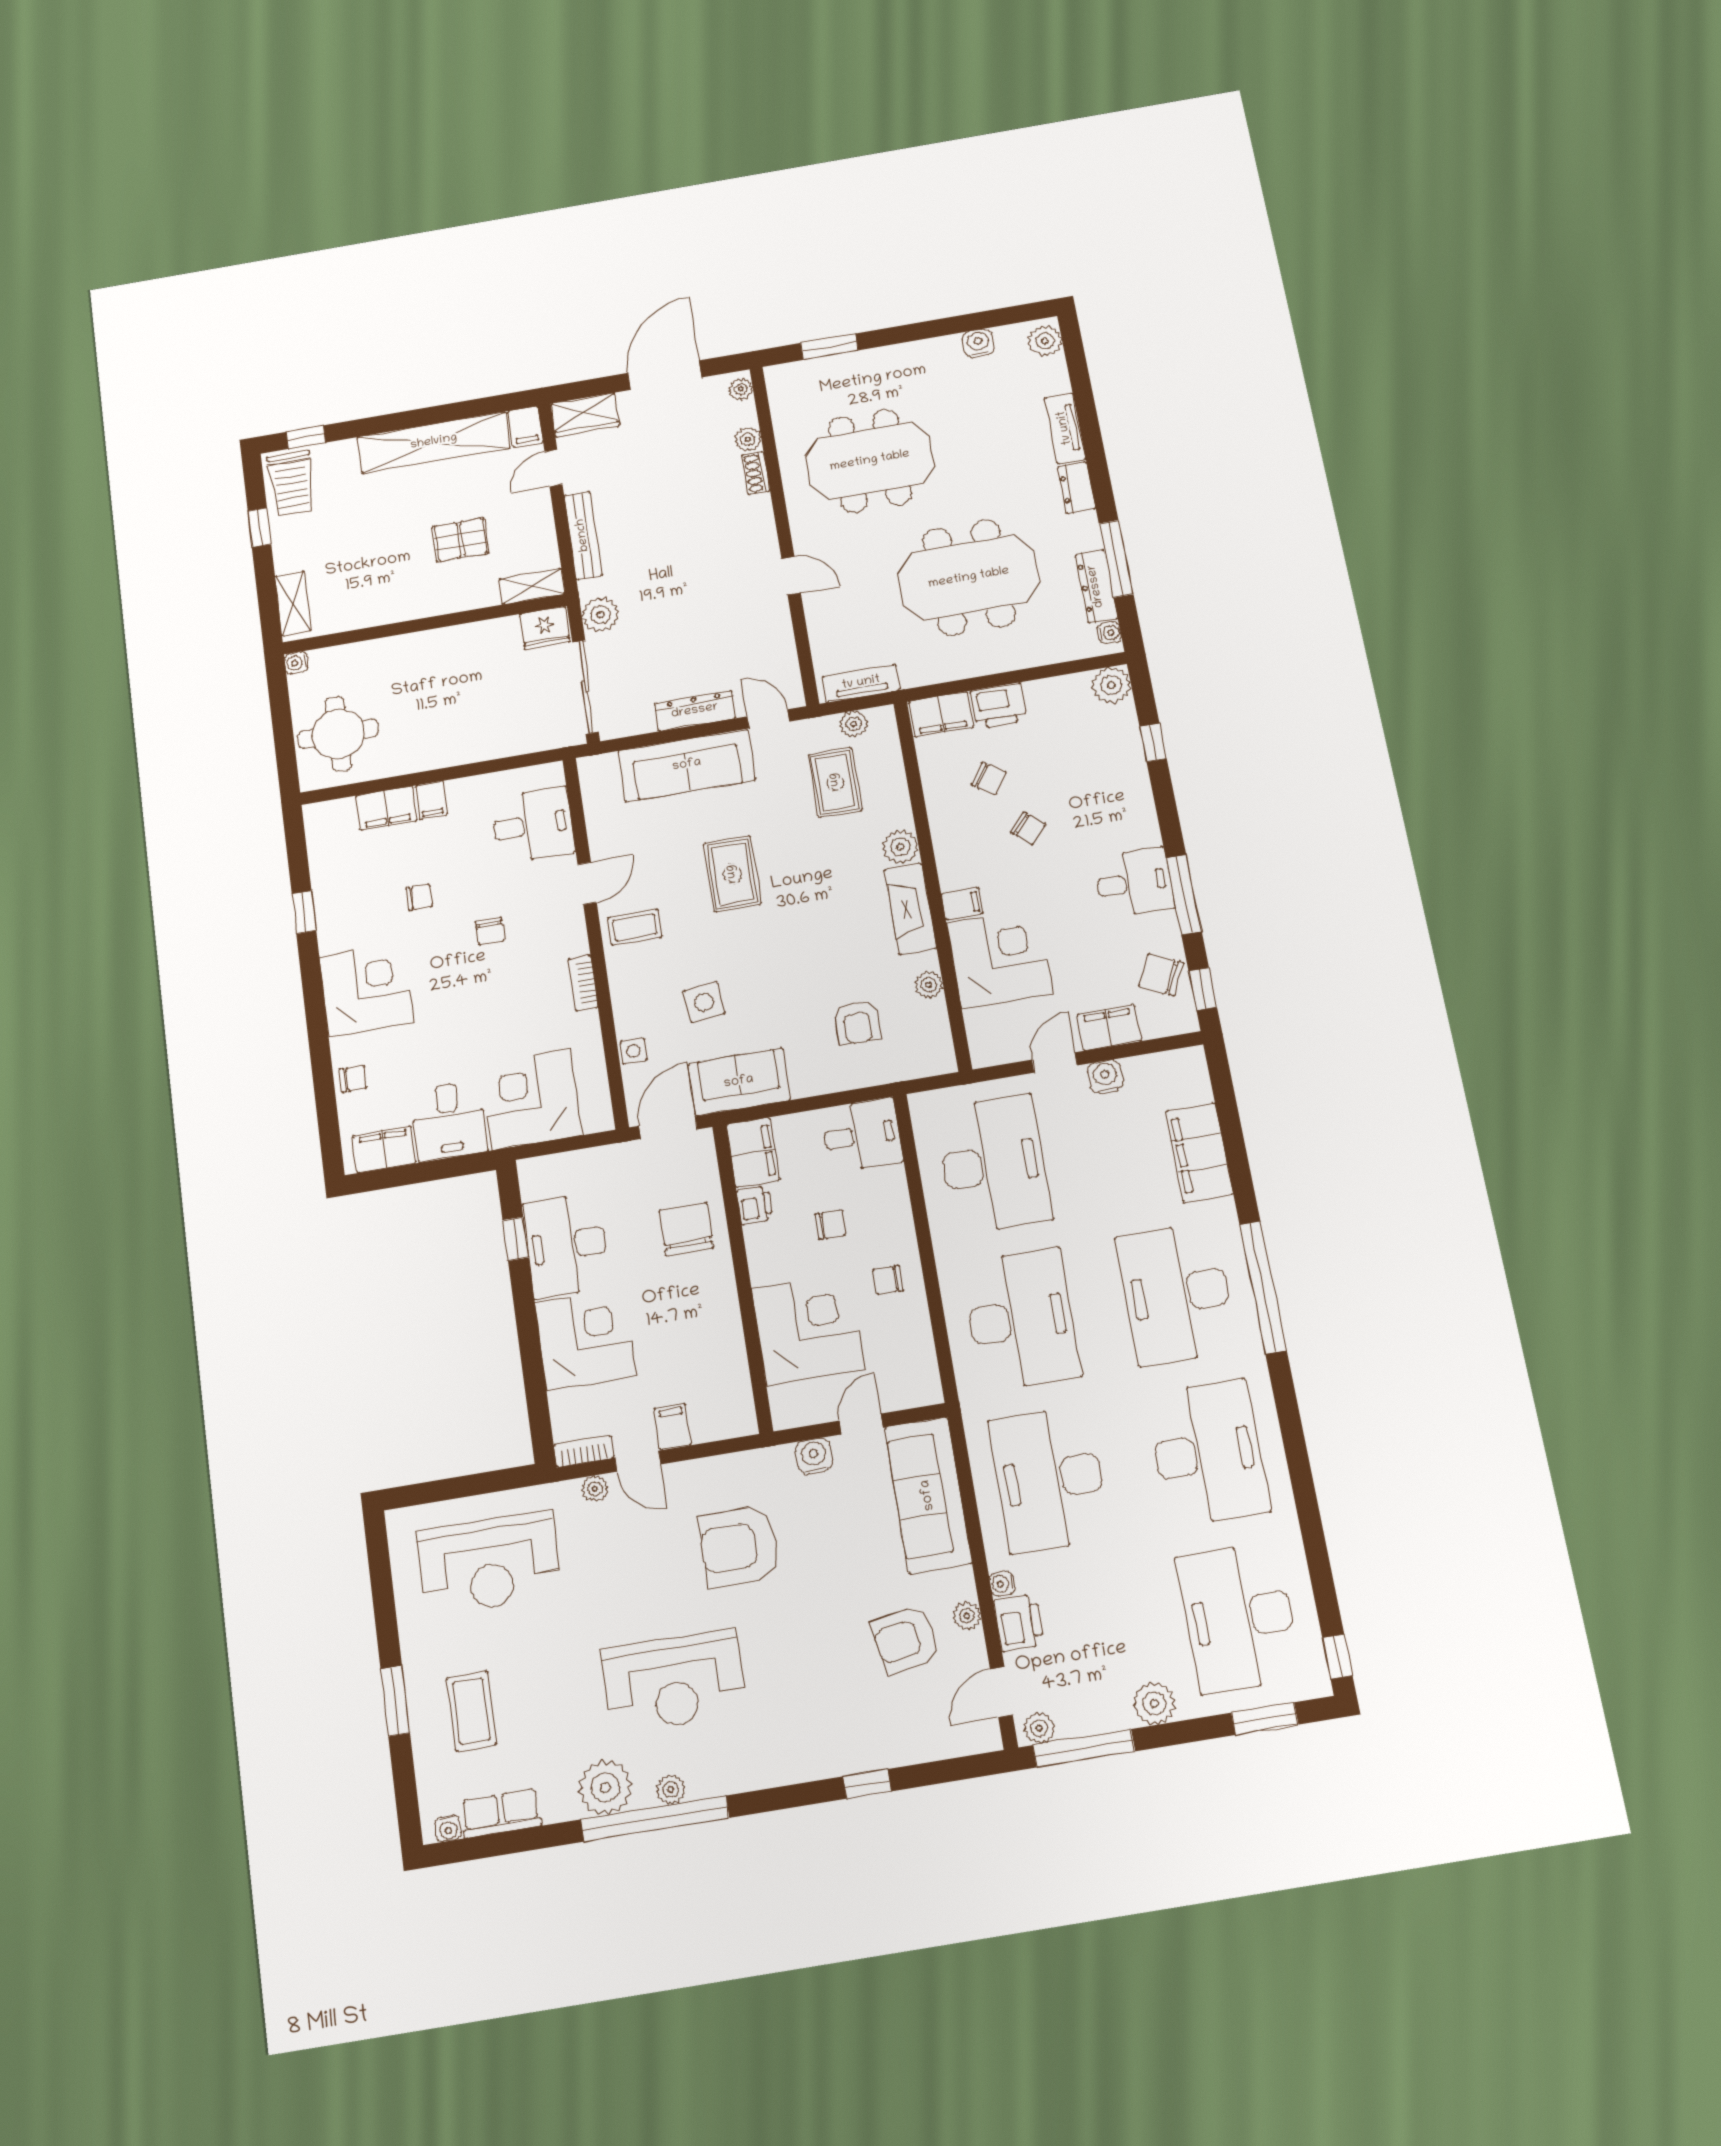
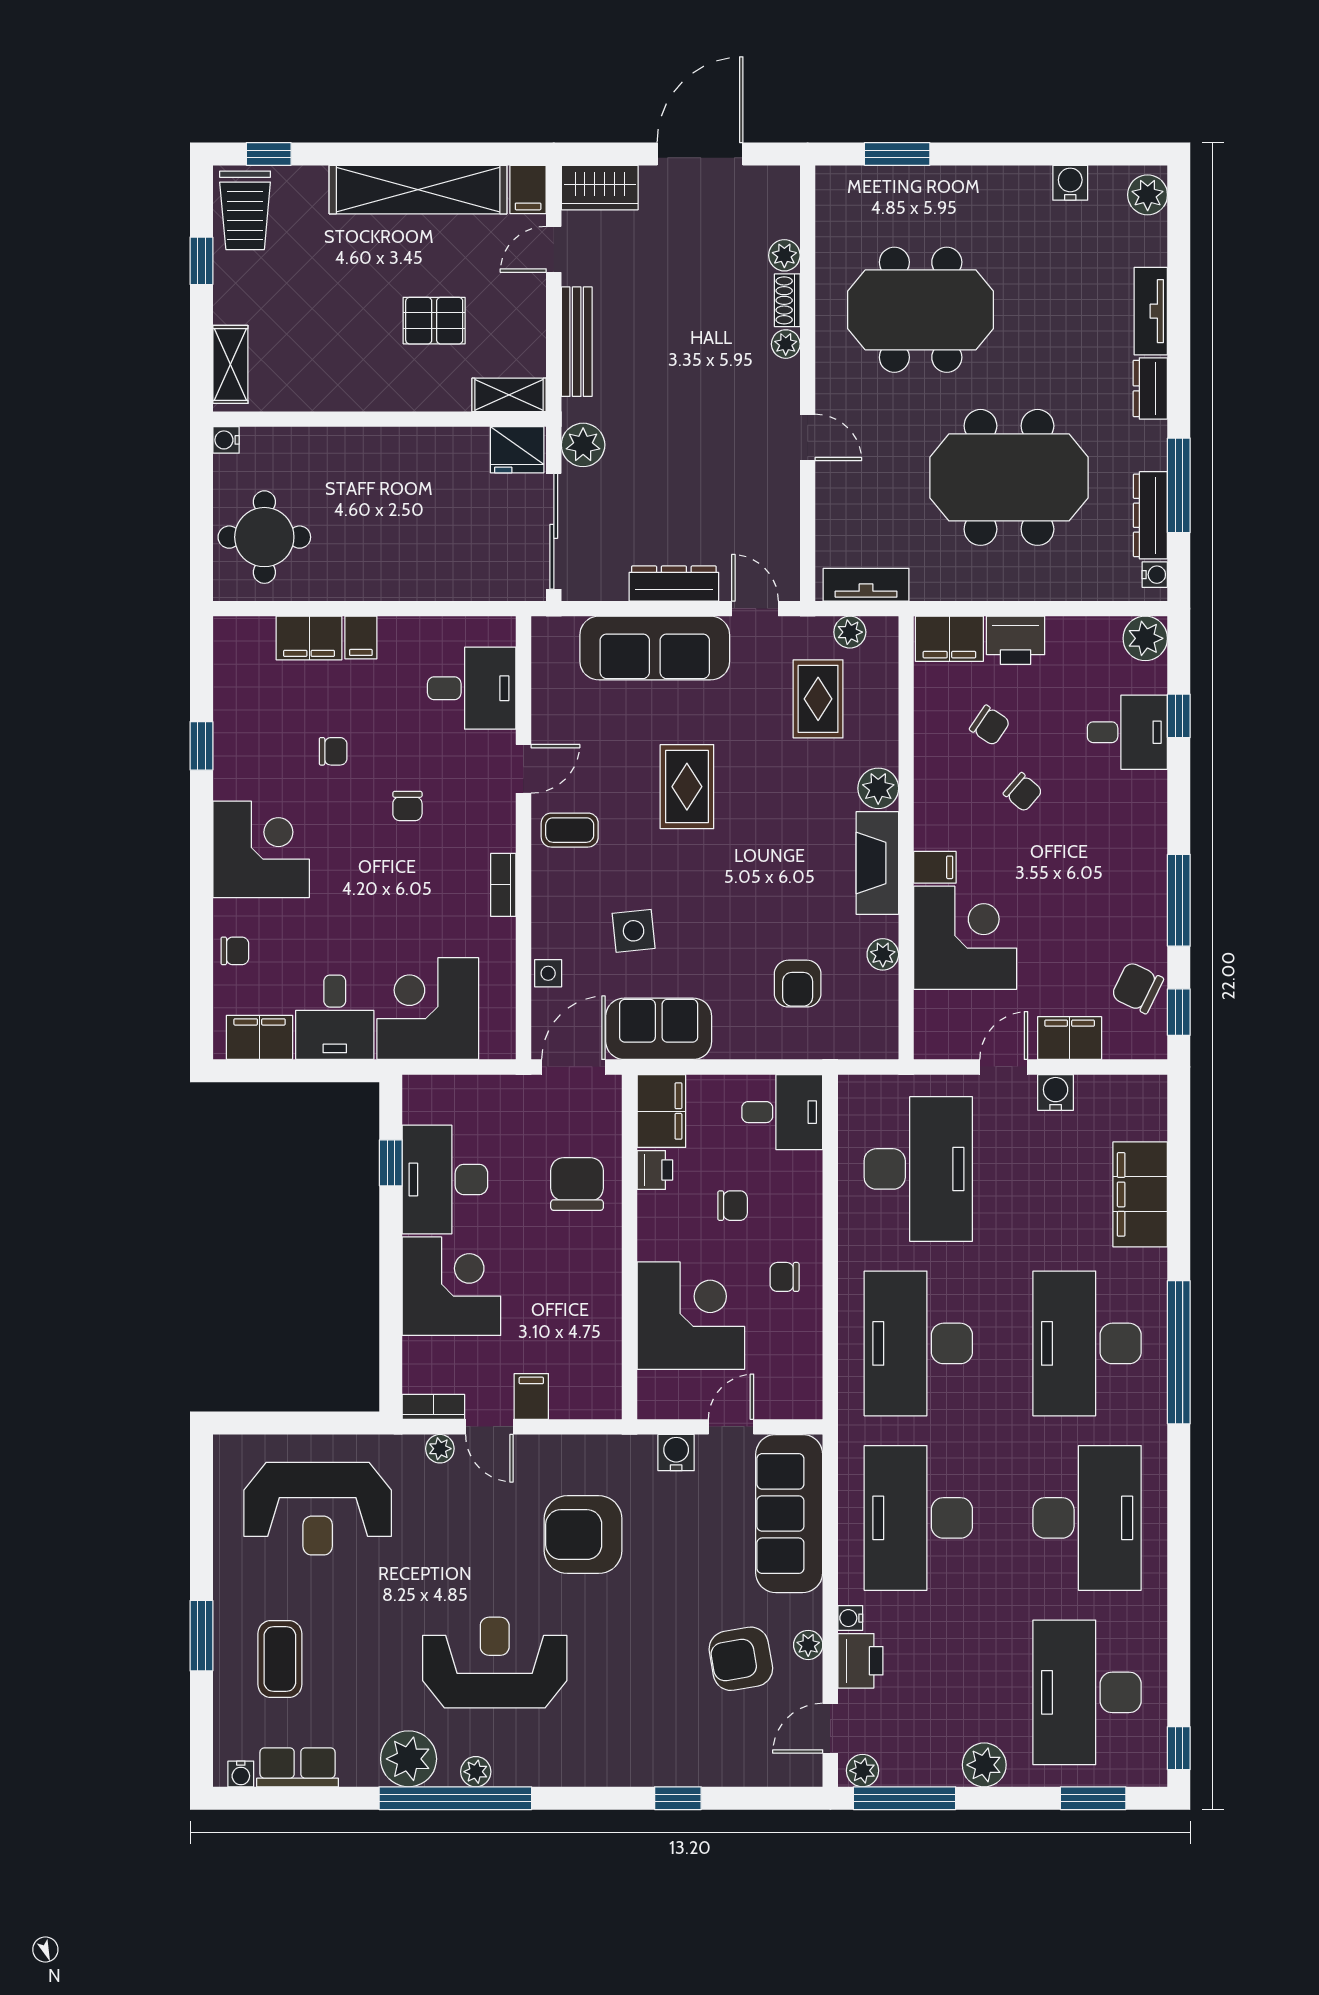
plant: (741, 389) -> (786, 344), moved
desk: (1134, 883) -> (1127, 732), moved
desk: (1021, 1319) -> (918, 1343), turned 180
reception desk: (674, 1681) -> (495, 1663), turned 180

